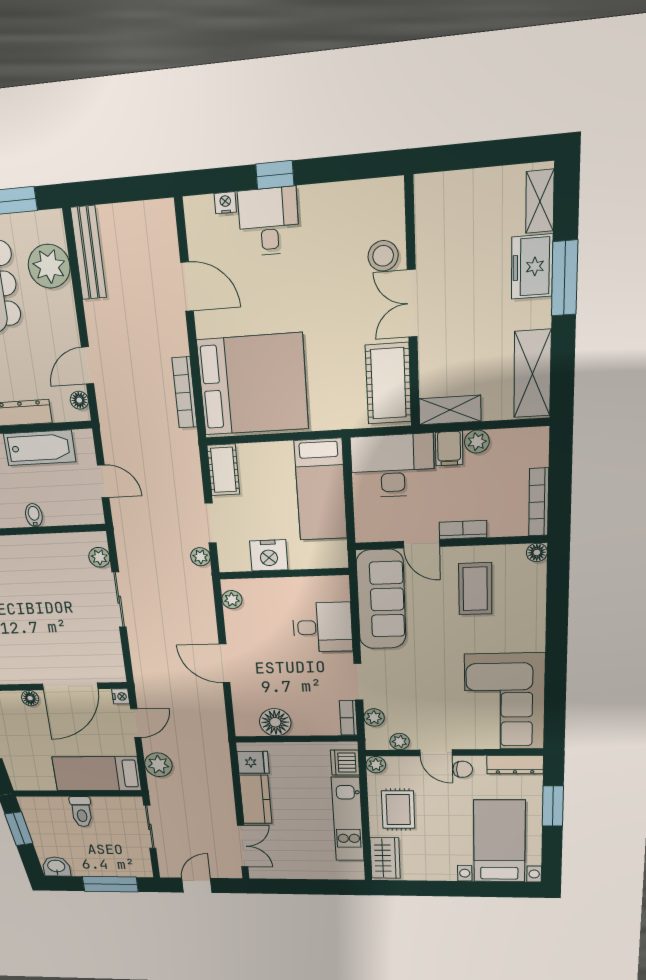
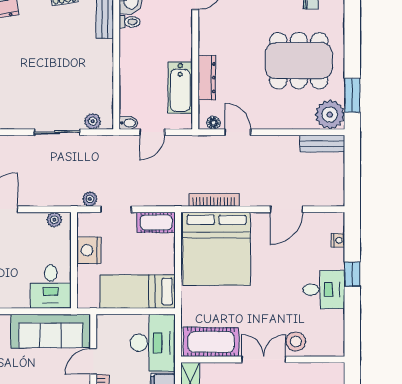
desk: (269, 222) -> (324, 290), moved
bench: (89, 253) -> (322, 144), width x0.73
plant: (49, 266) -> (330, 115), moved
bidet: (34, 515) -> (128, 123), moved
desk: (322, 627) -> (51, 287), moved

